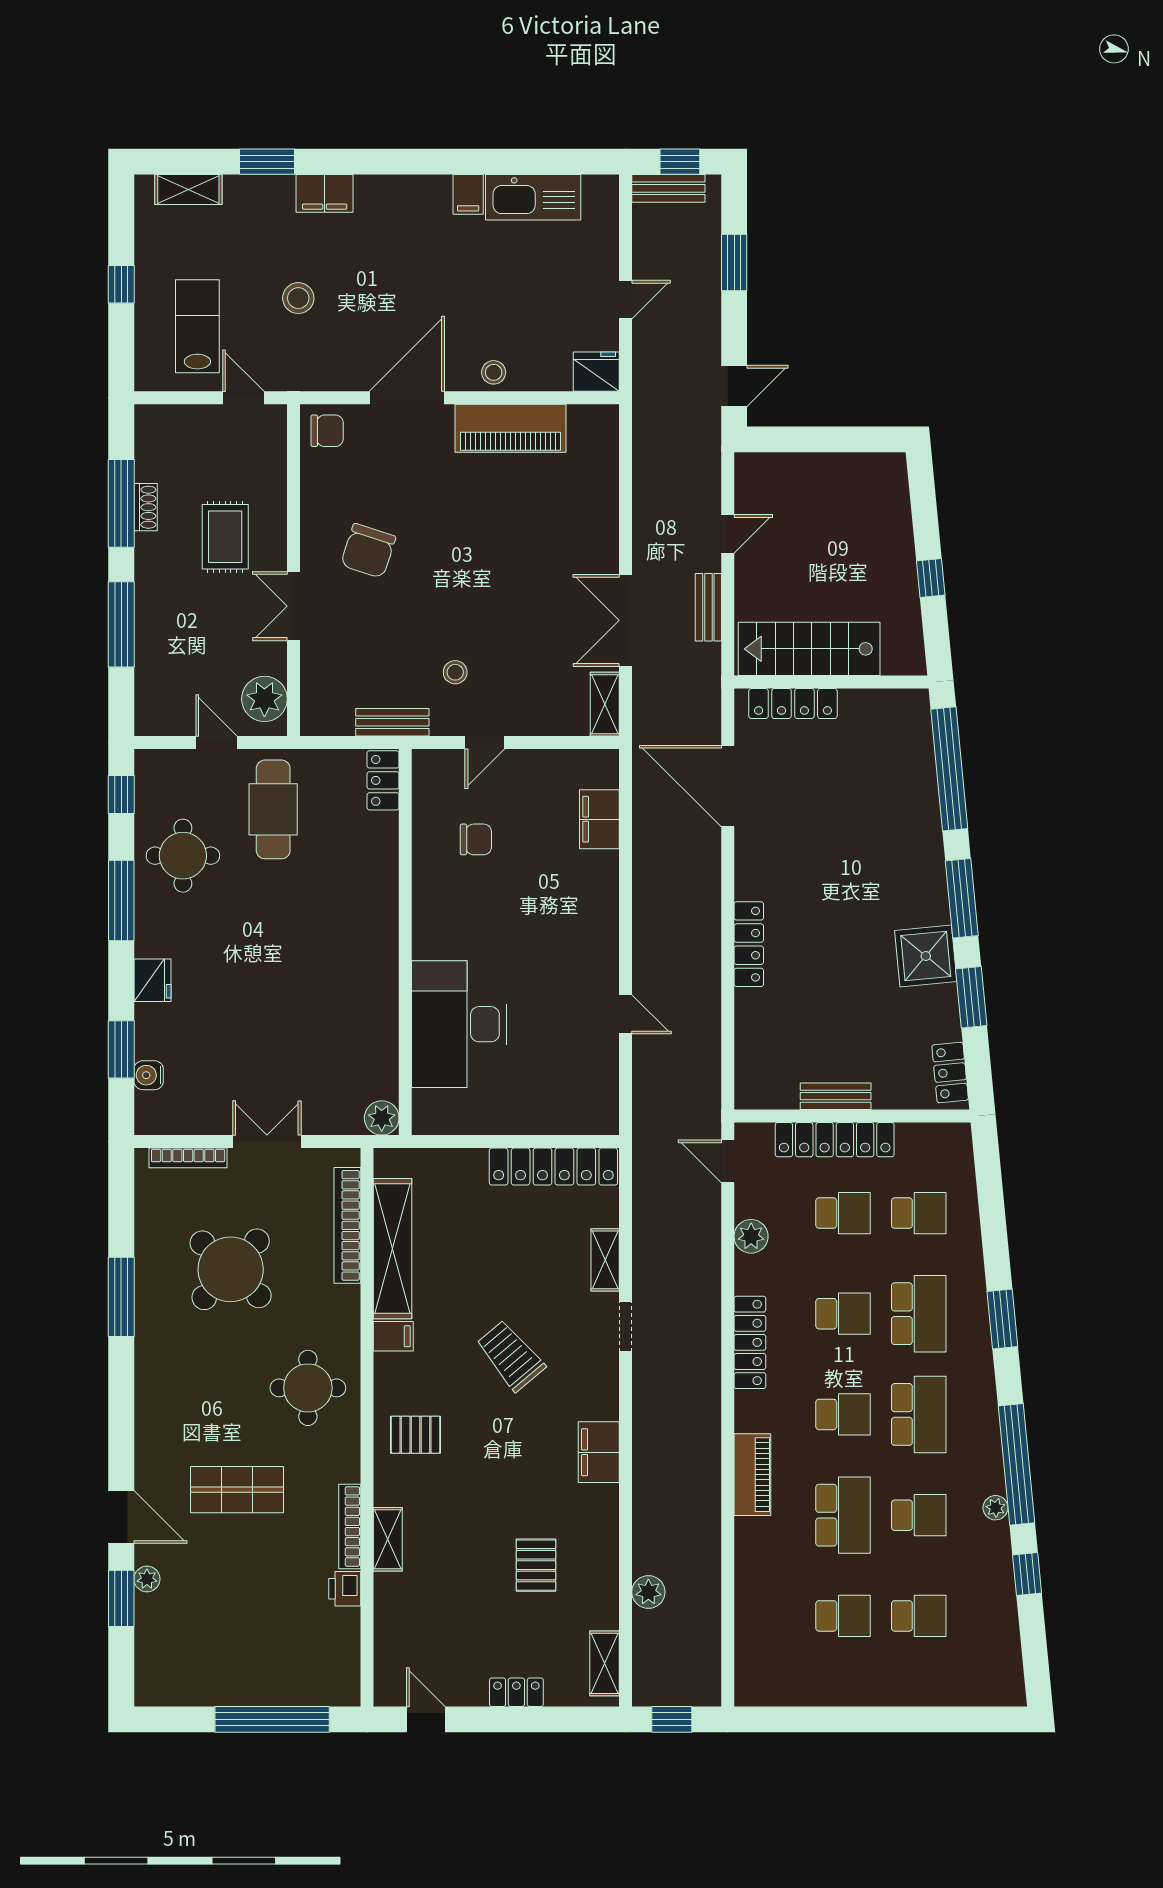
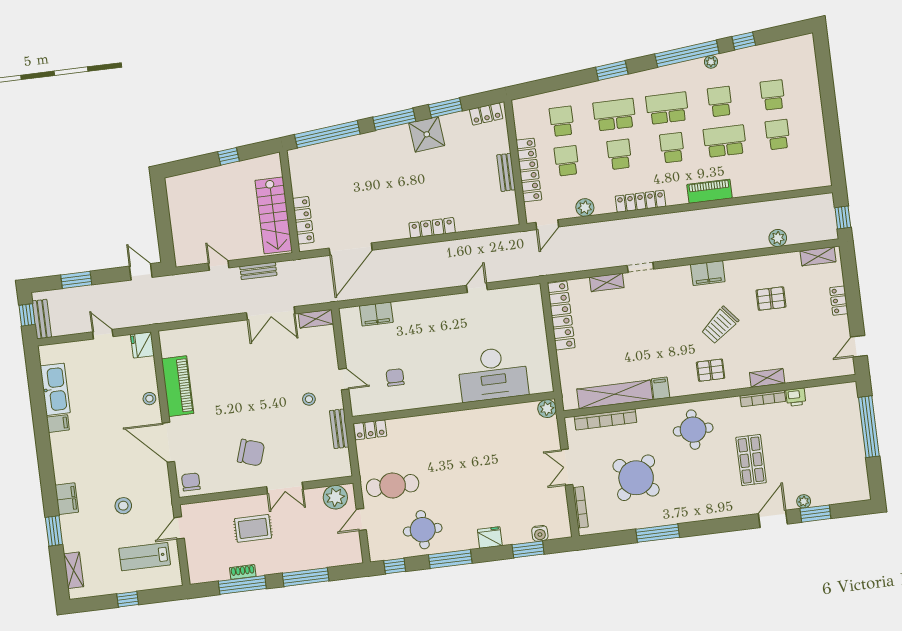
trolley: (511, 1356) -> (720, 325), moved
pallet: (416, 1435) -> (711, 370), turned 90

